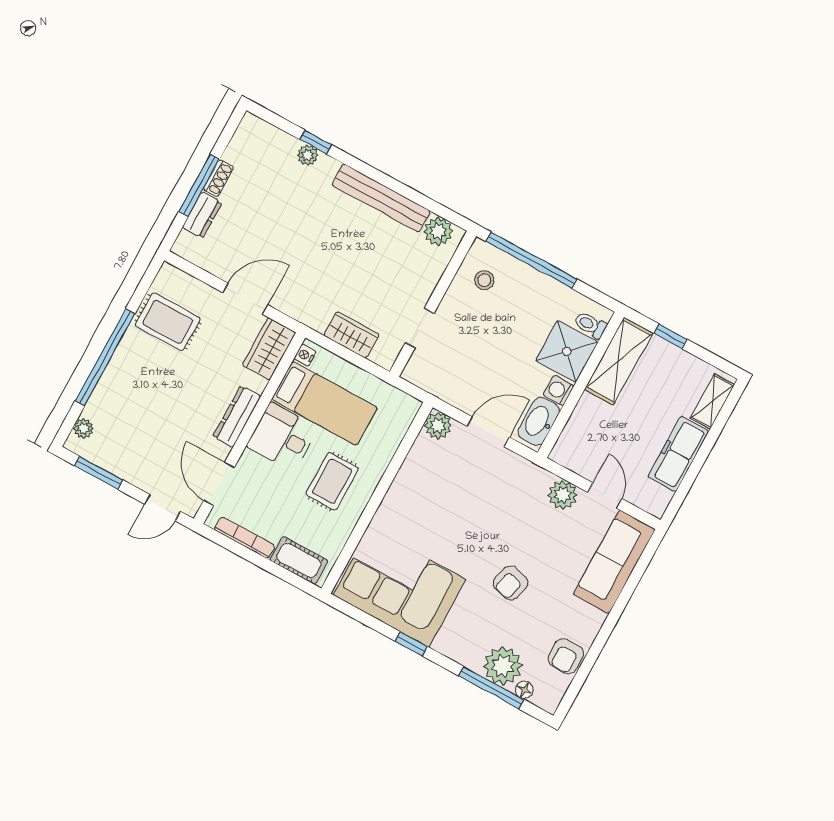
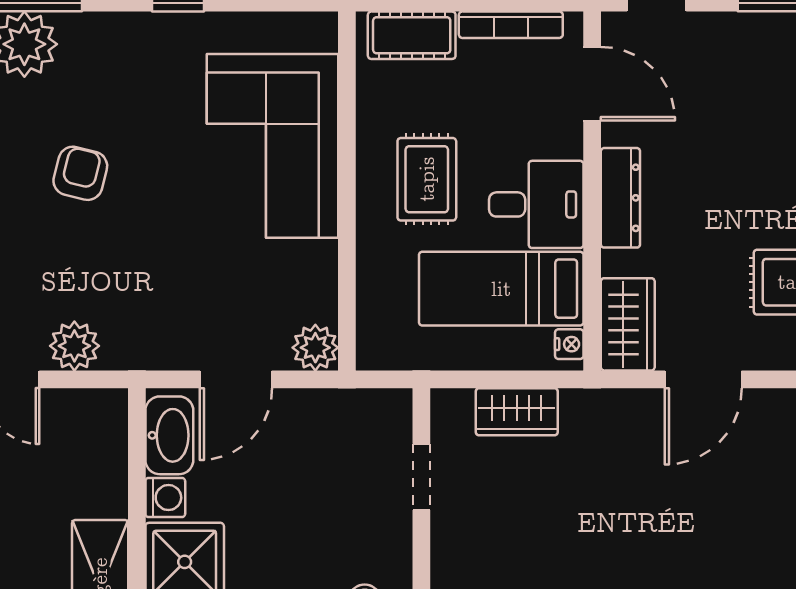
corner sofa: (400, 587) -> (273, 146), moved, turned 90

